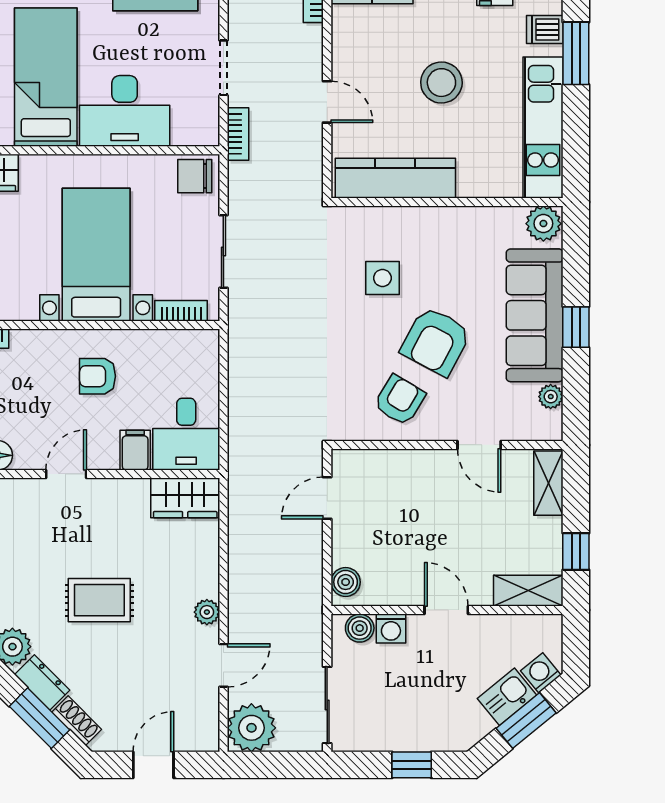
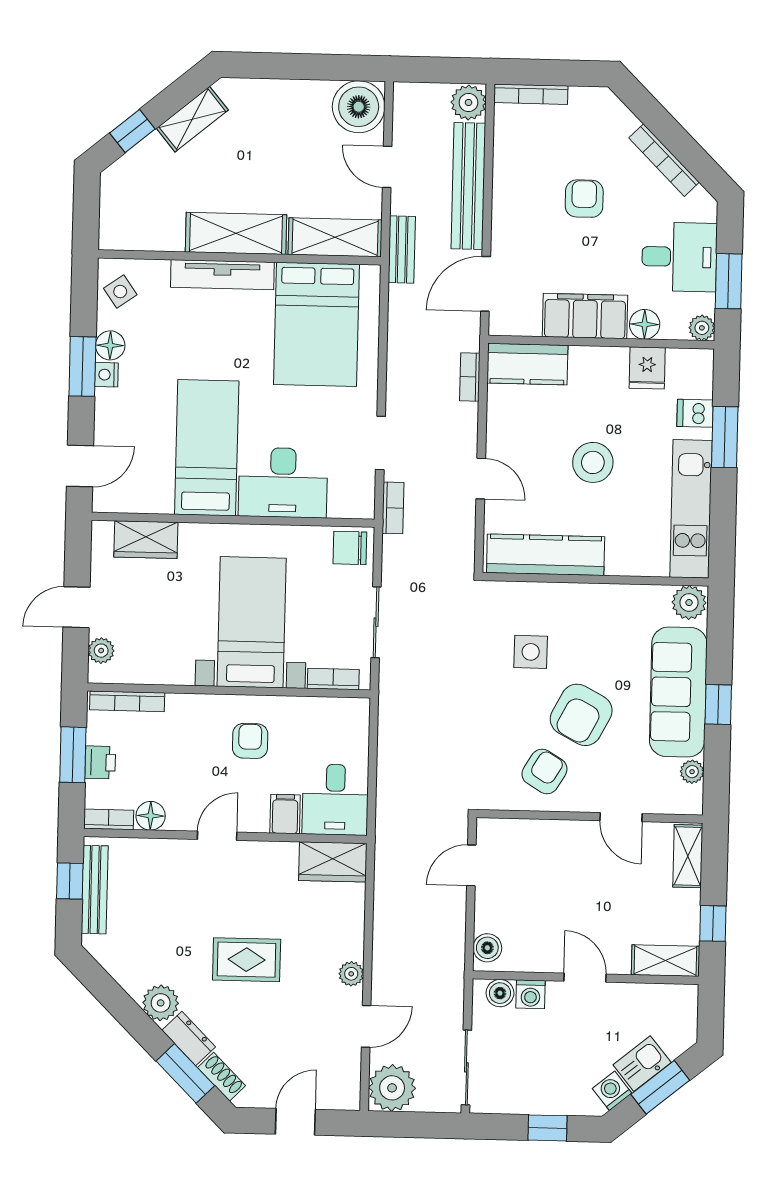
armchair: (98, 376) -> (250, 741), turned 90
washing machine: (541, 673) -> (612, 1091), moved

